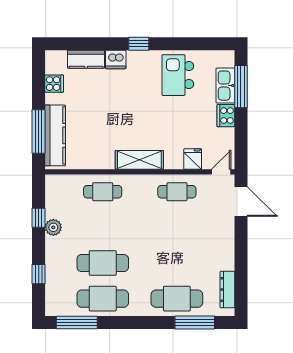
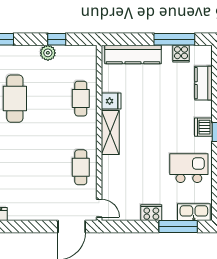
dishwasher: (116, 59) -> (203, 127), moved
kitchen sink: (225, 86) -> (194, 212), moved
window: (39, 131) -> (174, 39), moved
fridge: (193, 159) -> (111, 101), moved

